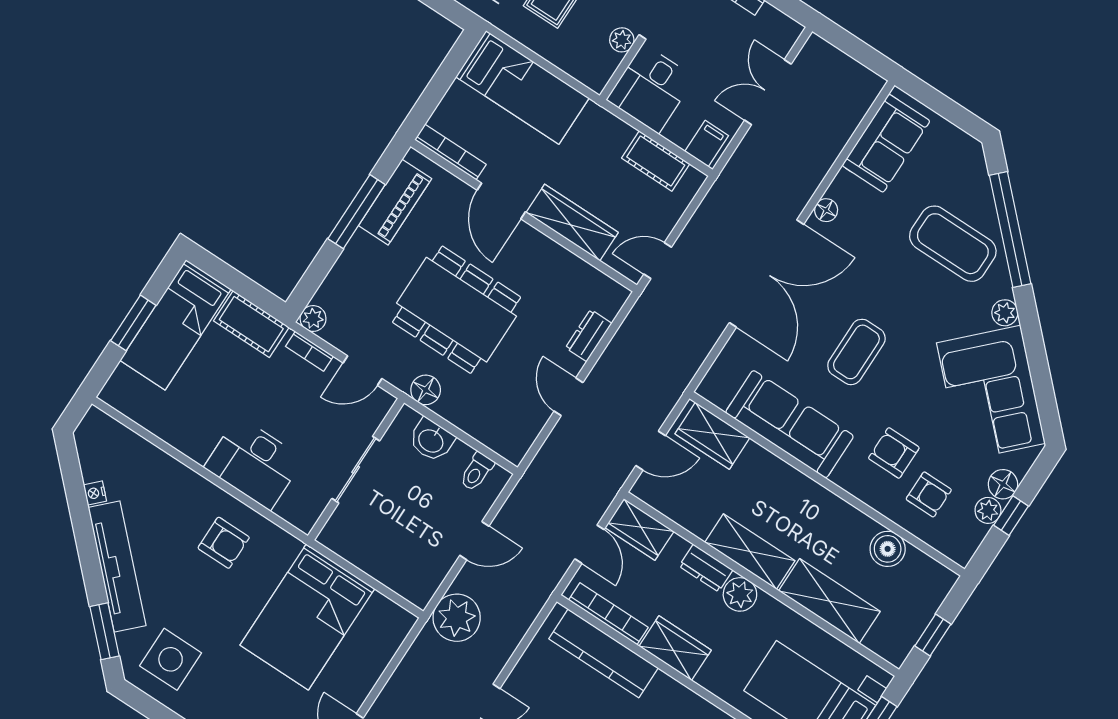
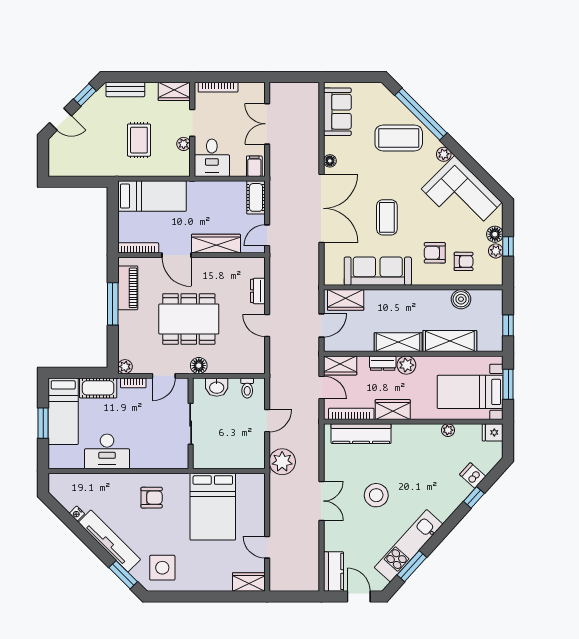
cot: (656, 161) -> (256, 197), moved, turned 90
desk: (254, 463) -> (107, 451), moved

